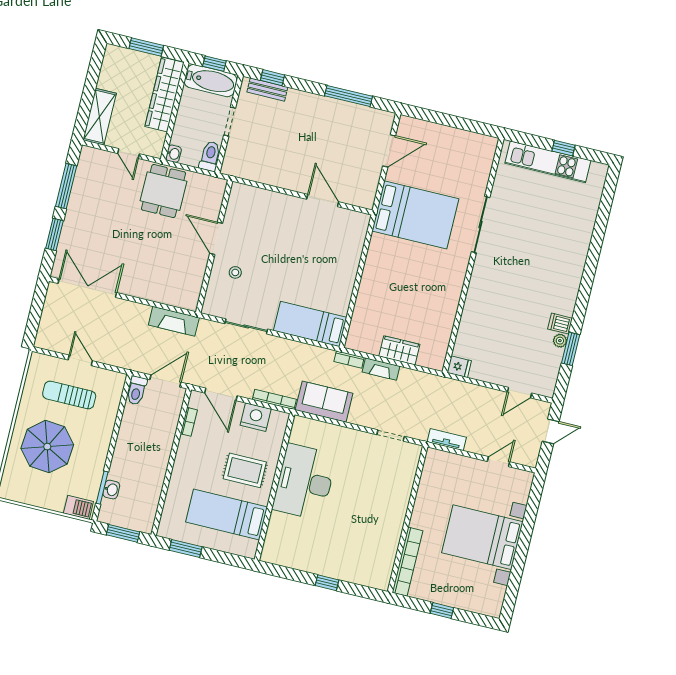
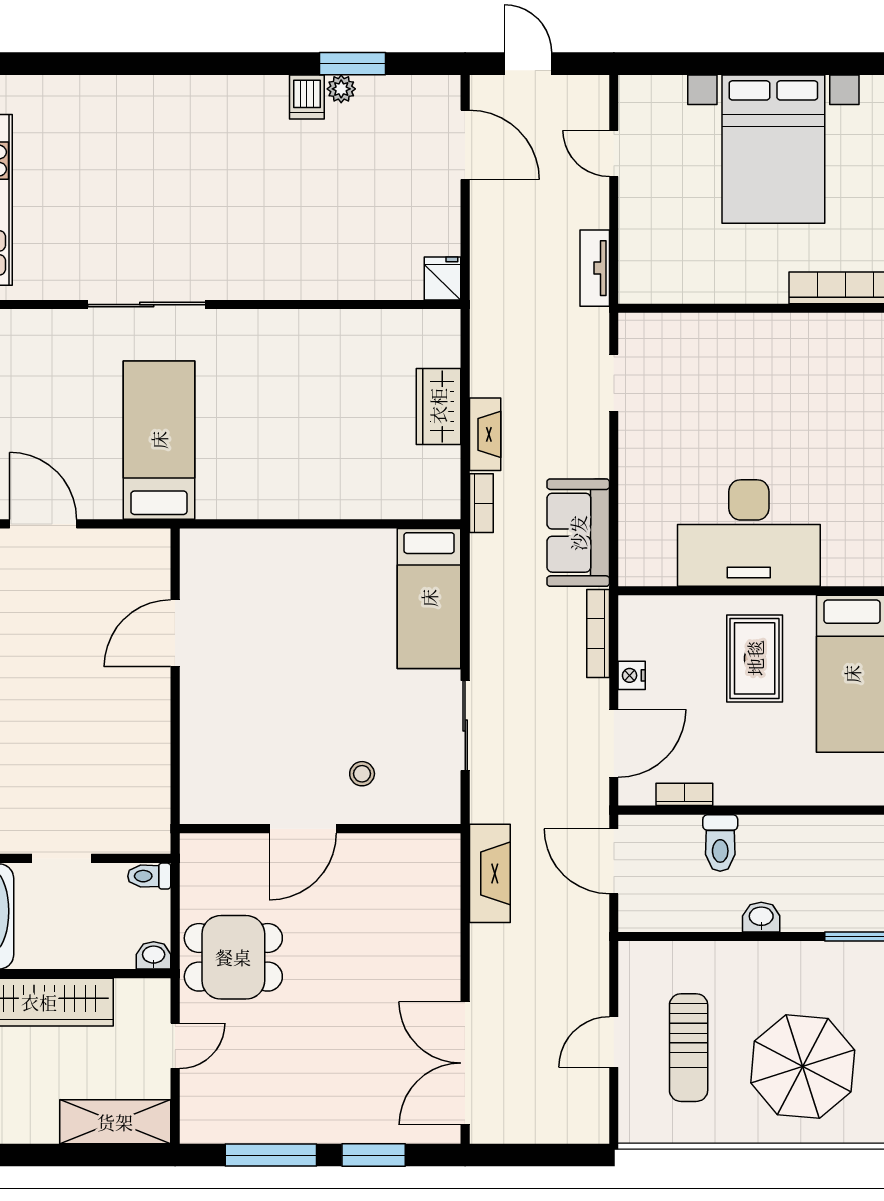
toilet: (210, 156) -> (149, 876), width x0.73, depth x0.72
bed: (415, 215) -> (159, 440), width x0.67
toilet: (136, 390) -> (720, 843), moved, turned 90
door: (519, 393) -> (465, 145), width x1.38
nightstand: (256, 417) -> (632, 675), width x0.53, depth x0.56
washbasin: (111, 490) -> (761, 917), moved

